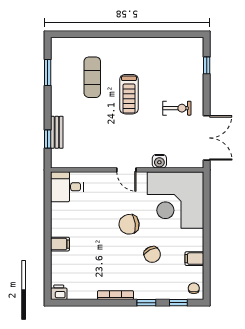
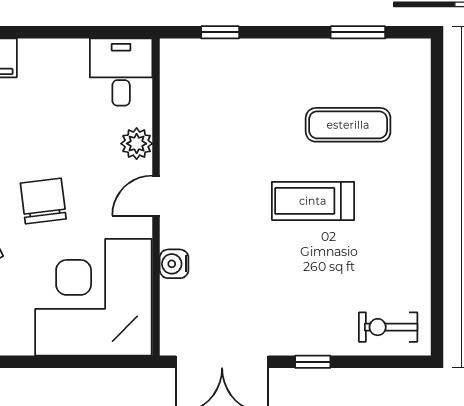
window: (207, 65) -> (313, 362), moved
exercise bike: (177, 108) -> (388, 327), moved, turned 90
bench: (57, 132) -> (234, 51), removed
plant: (101, 179) -> (137, 144), added

